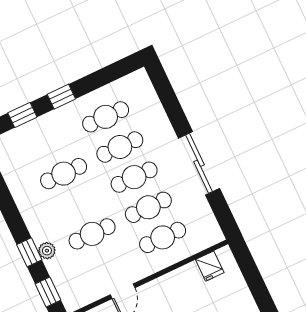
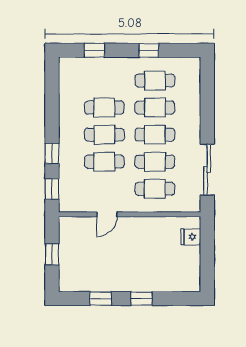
window: (61, 97) -> (149, 50), moved
sliding door: (199, 163) -> (207, 170), moved
cafe table: (78, 204) -> (104, 135), added
plant: (47, 251) -> (65, 158), removed
fridge: (210, 266) -> (191, 237), moved, turned 90

